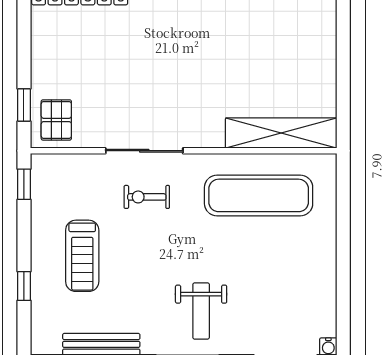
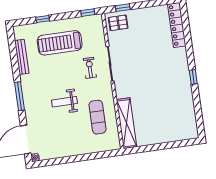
exercise mat: (259, 195) -> (97, 117), width x0.73, depth x0.69
treadmill: (82, 256) -> (60, 43), width x1.37, depth x1.38
weight bench: (201, 311) -> (64, 102), moved

